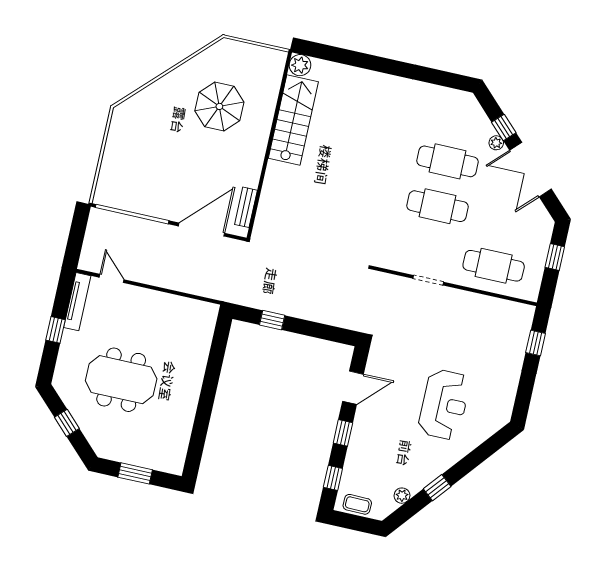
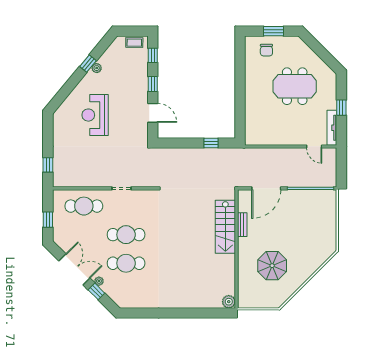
stairs: (293, 120) -> (225, 227), moved
bench: (246, 207) -> (242, 225), moved
door: (353, 388) -> (153, 113), swing flipped
window: (67, 423) -> (322, 53), removed
chair: (153, 446) -> (266, 50), added
plant: (402, 496) -> (97, 68), moved

